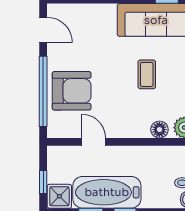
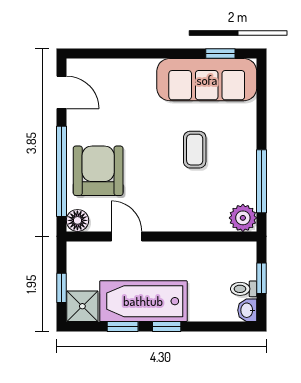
armchair: (72, 91) -> (98, 171), turned -90
floor lamp: (159, 130) -> (77, 220), moved

